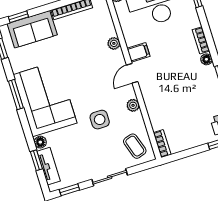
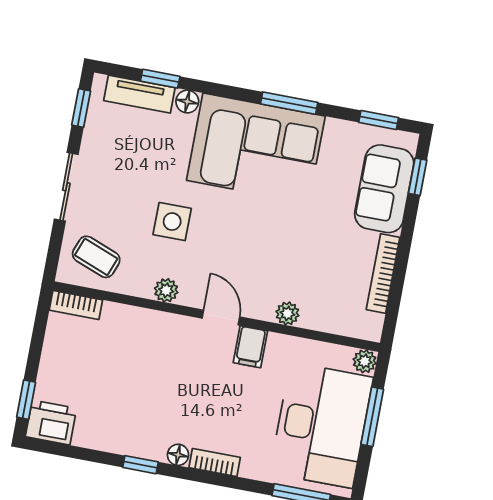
coffee table: (135, 146) -> (96, 257), turned 39

